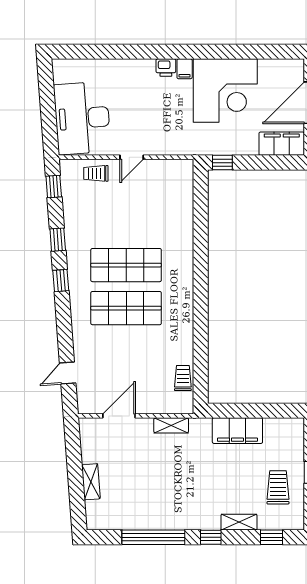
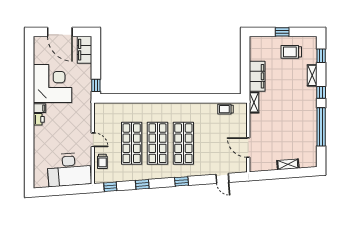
shop shelf: (126, 222) -> (132, 143), added
window: (61, 281) -> (181, 181), moved
shelving: (171, 425) -> (254, 102), moved

